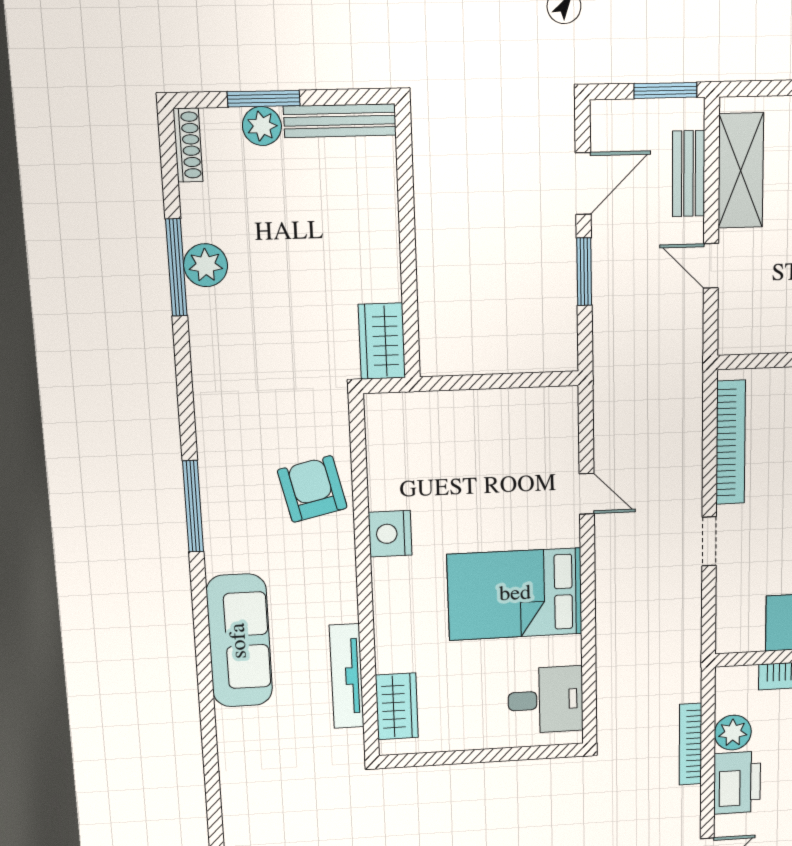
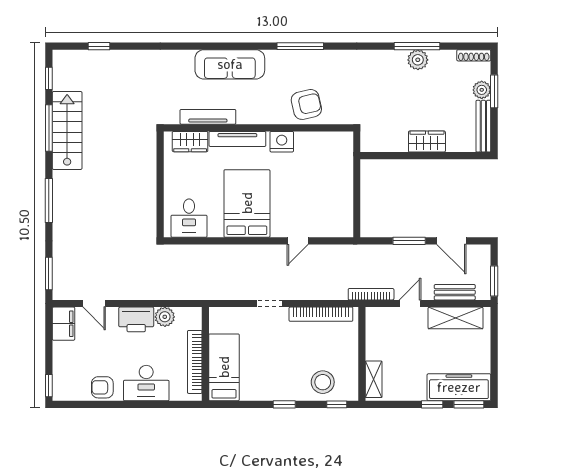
wardrobe: (382, 341) -> (427, 142), moved
tv unit: (388, 619) -> (237, 139), added
bookcase: (690, 744) -> (371, 294), moved

